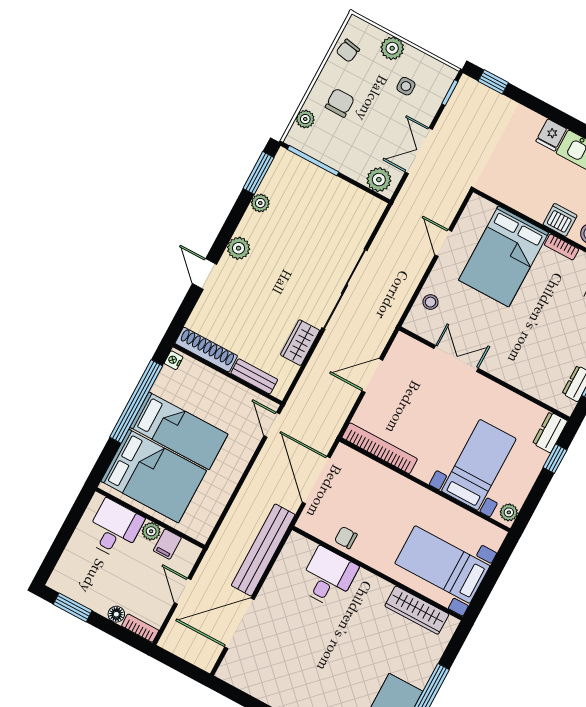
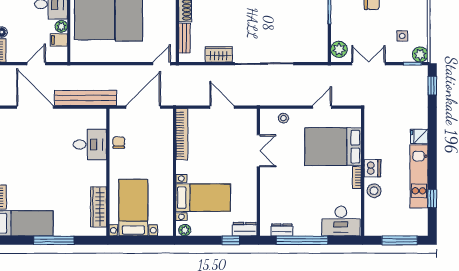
plant: (392, 48) -> (420, 55), moved

